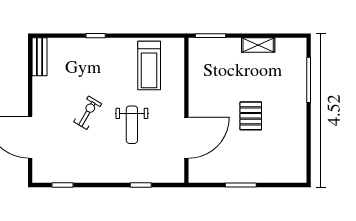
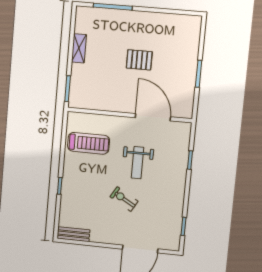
weight bench: (132, 125) -> (138, 163), turned 90

